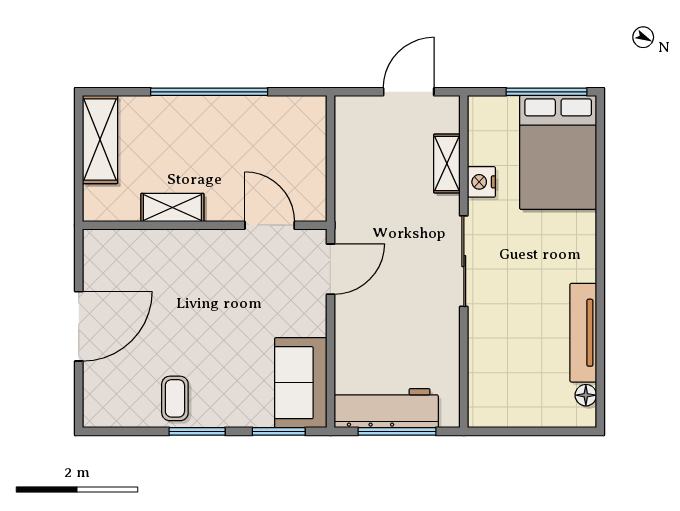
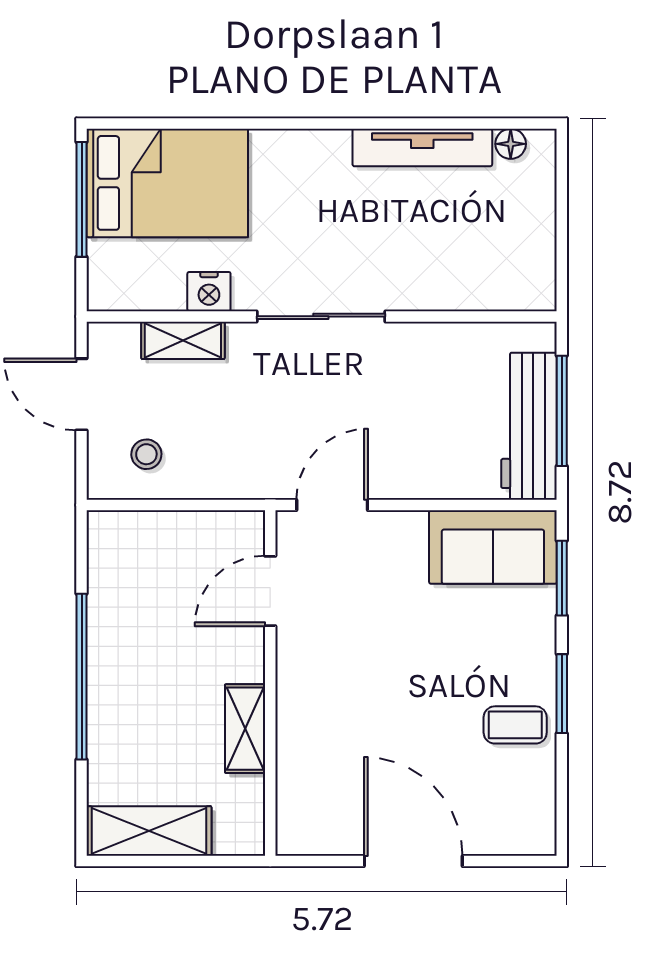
stool: (366, 138) -> (146, 454), added
door: (330, 269) -> (332, 505), hinge flipped

